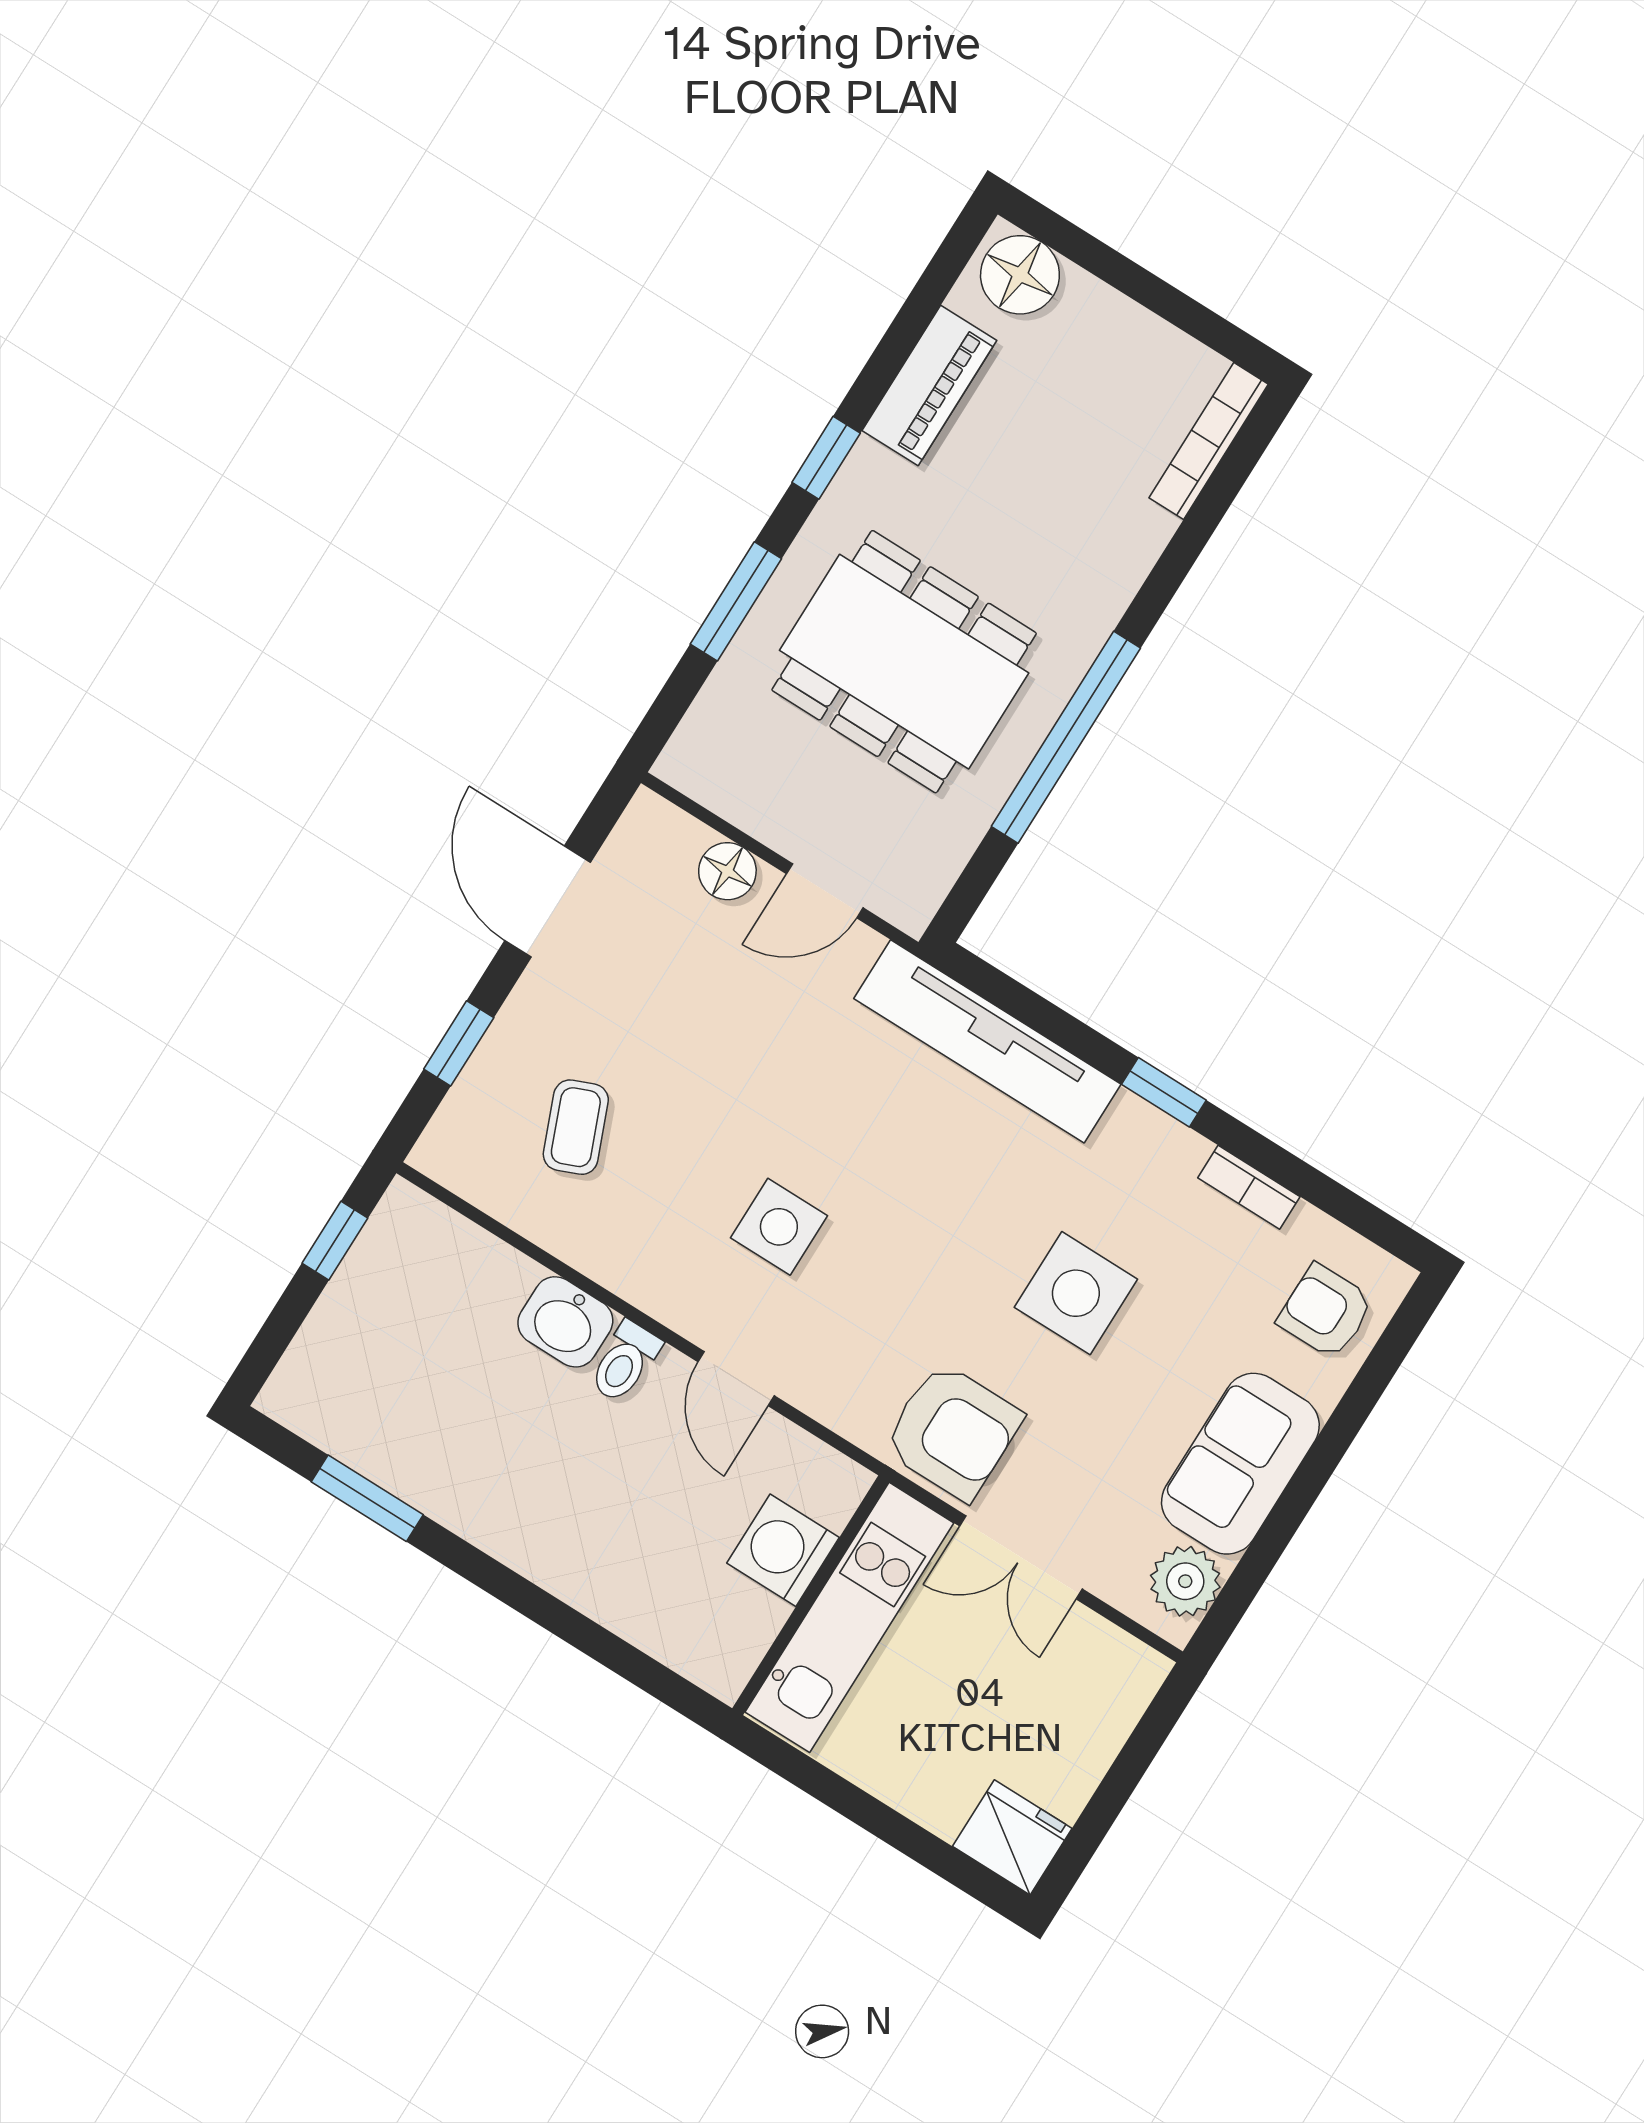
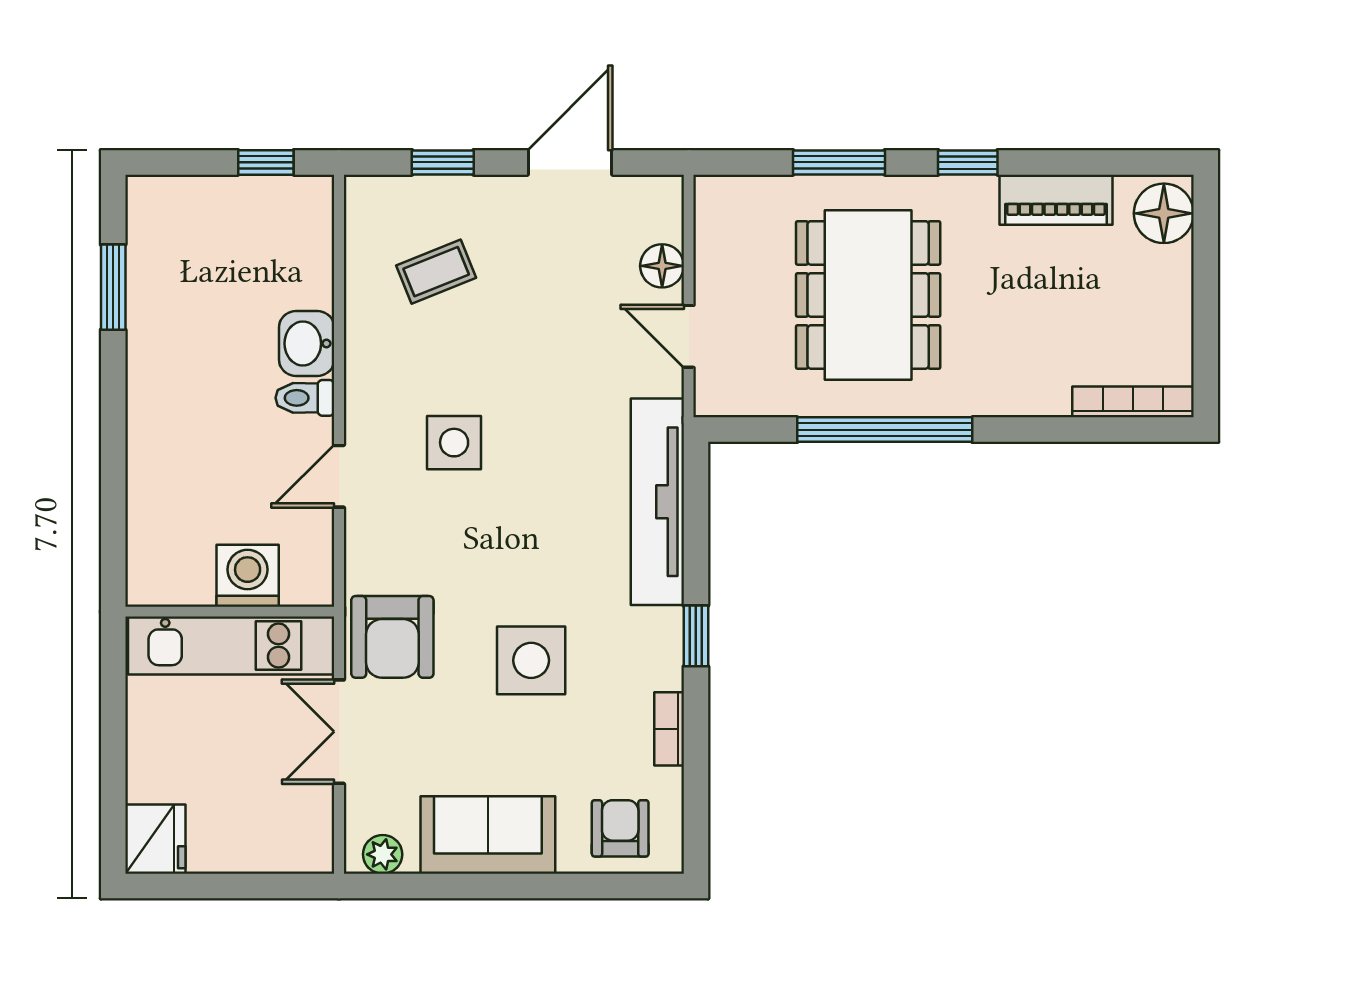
plant: (1185, 1581) -> (383, 854), width x0.73, depth x0.73

